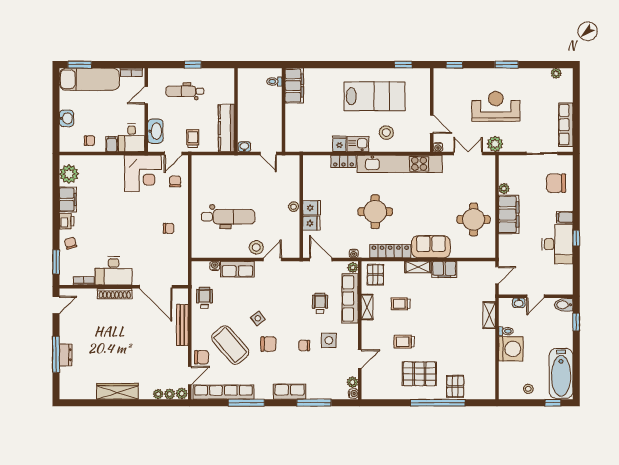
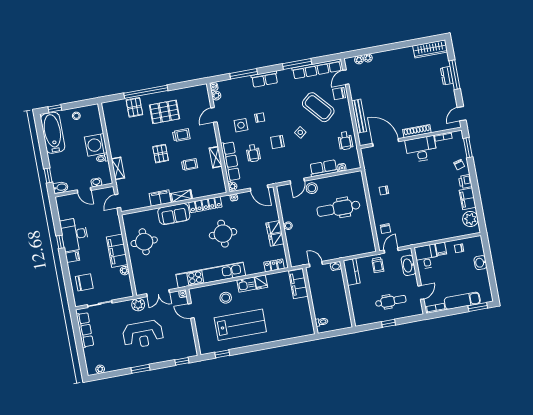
exam couch: (89, 79) -> (462, 301), width x0.73, depth x0.69
filing cabinet: (294, 86) -> (298, 284), moved
lab bench: (374, 96) -> (240, 325), turned 180
kitchen counter: (226, 128) -> (352, 272), width x0.67
locker: (343, 161) -> (274, 265), moved
corner desk: (143, 173) -> (412, 230), removed
fridge: (311, 223) -> (276, 240), moved
pallet: (375, 275) -> (161, 154), moved
door: (535, 296) -> (84, 190), swing flipped
chair: (268, 344) -> (277, 142), moved
wardrobe: (117, 391) -> (430, 49), moved
plant: (182, 394) -> (349, 62), removed

